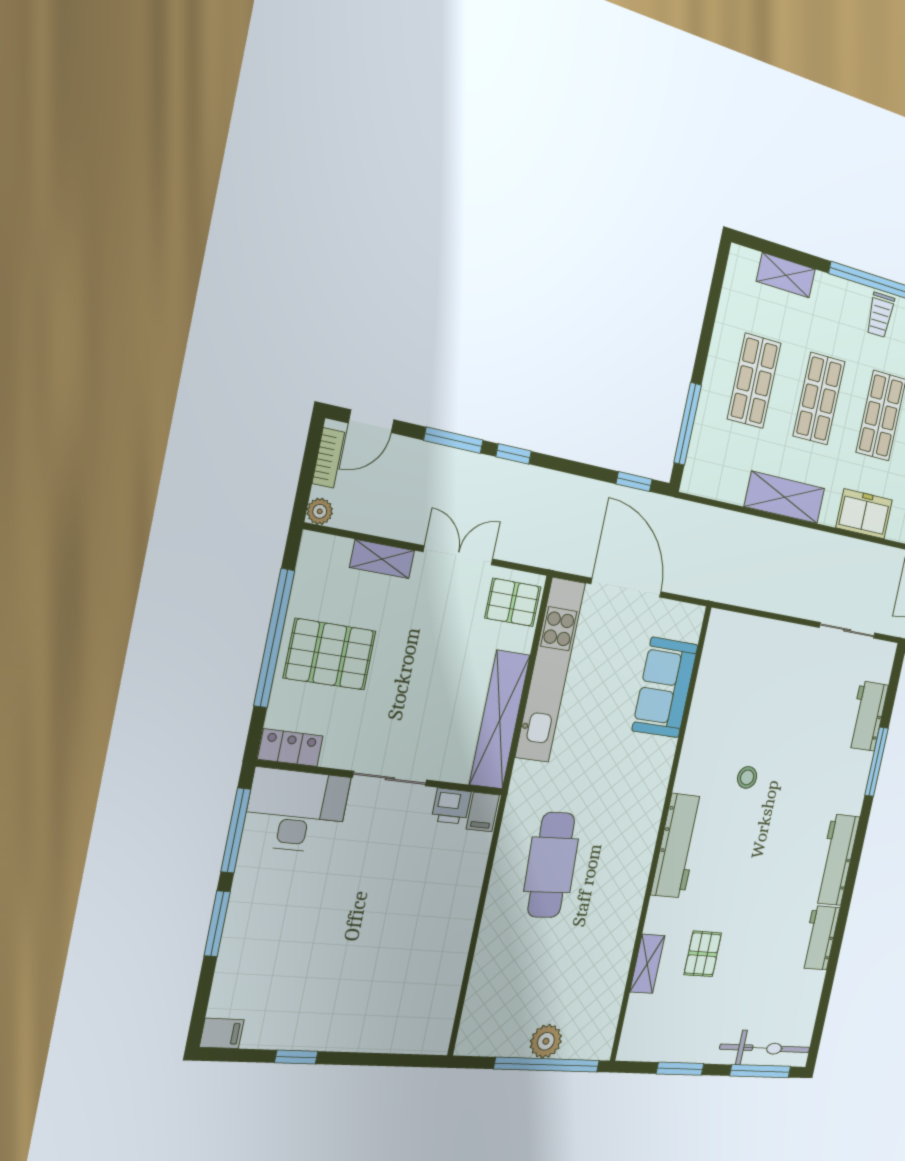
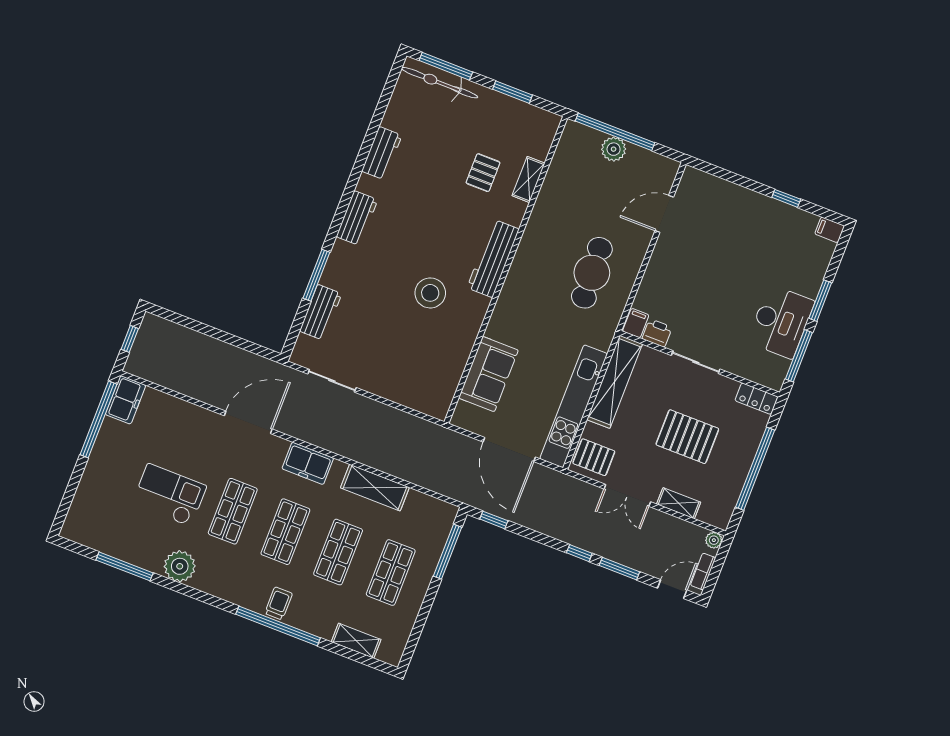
pallet: (330, 654) -> (687, 437), moved
stool: (747, 777) -> (430, 293), width x1.89, depth x1.89
desk: (296, 811) -> (781, 322), moved, turned -90
workbench: (837, 860) -> (357, 218), width x0.73
door: (466, 977) -> (664, 214), added

